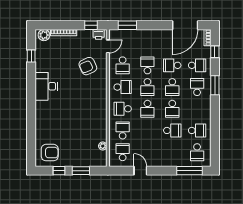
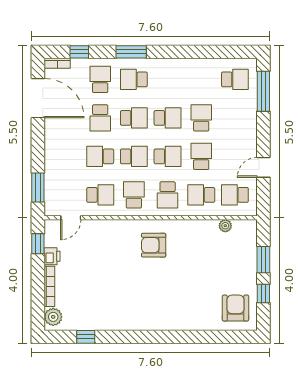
printer: (99, 34) -> (52, 256), moved
door: (108, 46) -> (71, 218), swing flipped
armchair: (88, 66) -> (154, 245), moved, turned 115
desk: (46, 86) -> (133, 313), removed
school desk: (197, 130) -> (201, 156), moved

